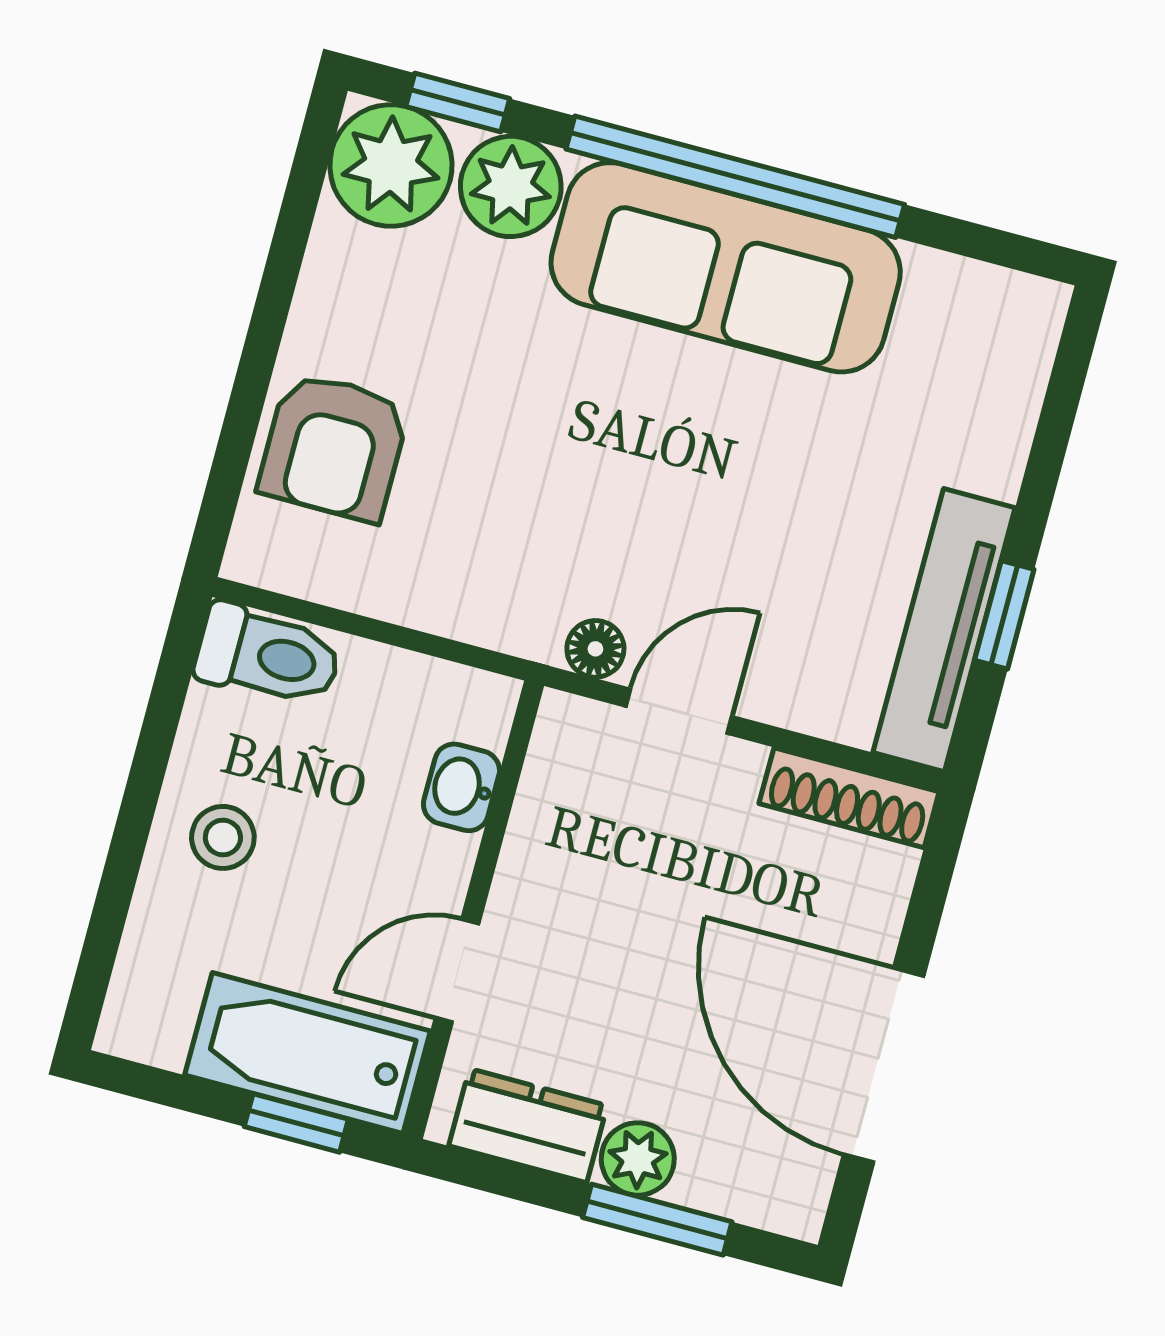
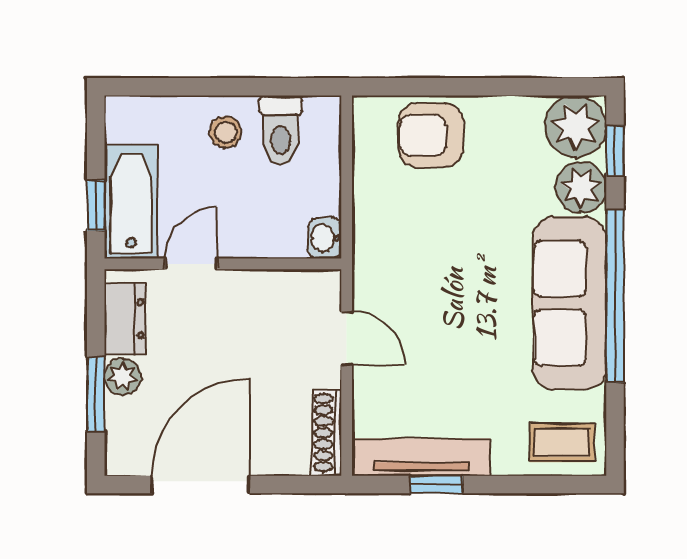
coffee table: (989, 353) -> (562, 443), added
floor lamp: (595, 649) -> (366, 289), removed
toilet: (268, 655) -> (281, 130), moved
washbasin: (461, 787) -> (325, 238), moved, turned -90
door: (457, 971) -> (191, 264), hinge flipped

